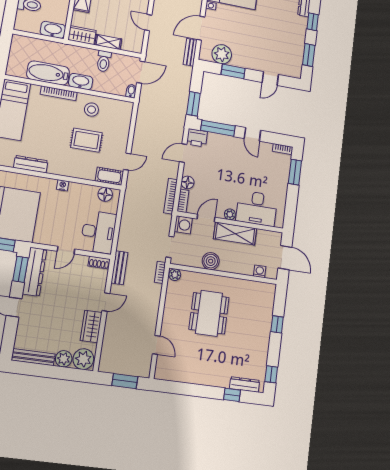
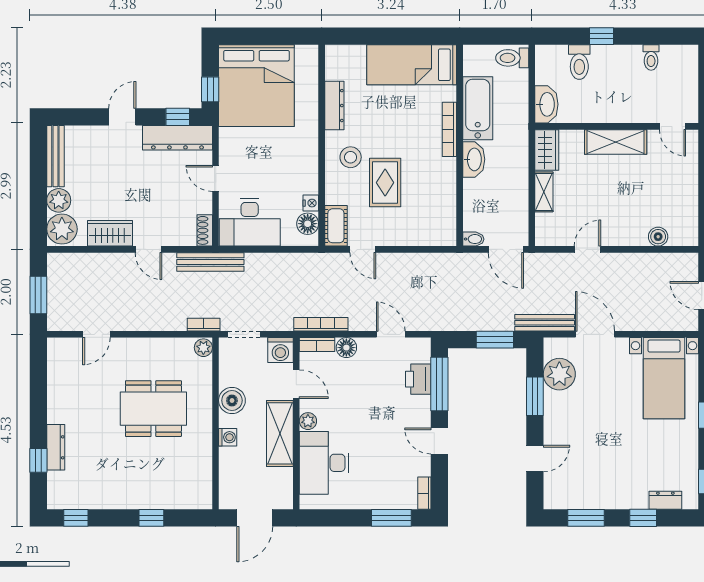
bench: (190, 52) -> (545, 323), width x1.36
toilet: (104, 61) -> (512, 58), moved
door: (270, 78) -> (535, 458), swing flipped
window: (193, 104) -> (495, 340), moved
stool: (92, 110) -> (351, 157), moved
door: (253, 134) -> (439, 441), hinge flipped
printer: (197, 138) -> (418, 379), moved
nightstand: (63, 185) -> (311, 203), moved
bench: (119, 268) -> (210, 262), width x1.36
window: (21, 269) -> (178, 117), width x0.67
washing machine: (260, 271) -> (228, 437), moved
dresser: (244, 384) -> (56, 447), moved

